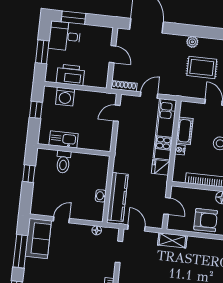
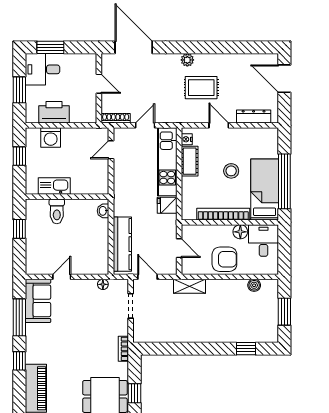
nightstand: (180, 150) -> (187, 139), moved
washbasin: (101, 196) -> (103, 211), moved

